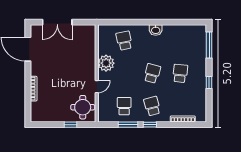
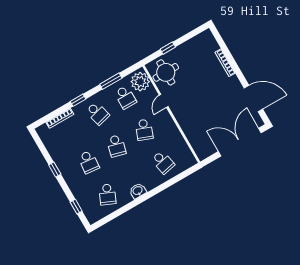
double door: (57, 22) -> (240, 142), width x1.36
school desk: (180, 41) -> (107, 194), added
window: (209, 45) -> (76, 207), width x0.46
plant: (106, 63) -> (140, 82), moved
school desk: (124, 73) -> (144, 130), added
window: (150, 125) -> (78, 100), moved

